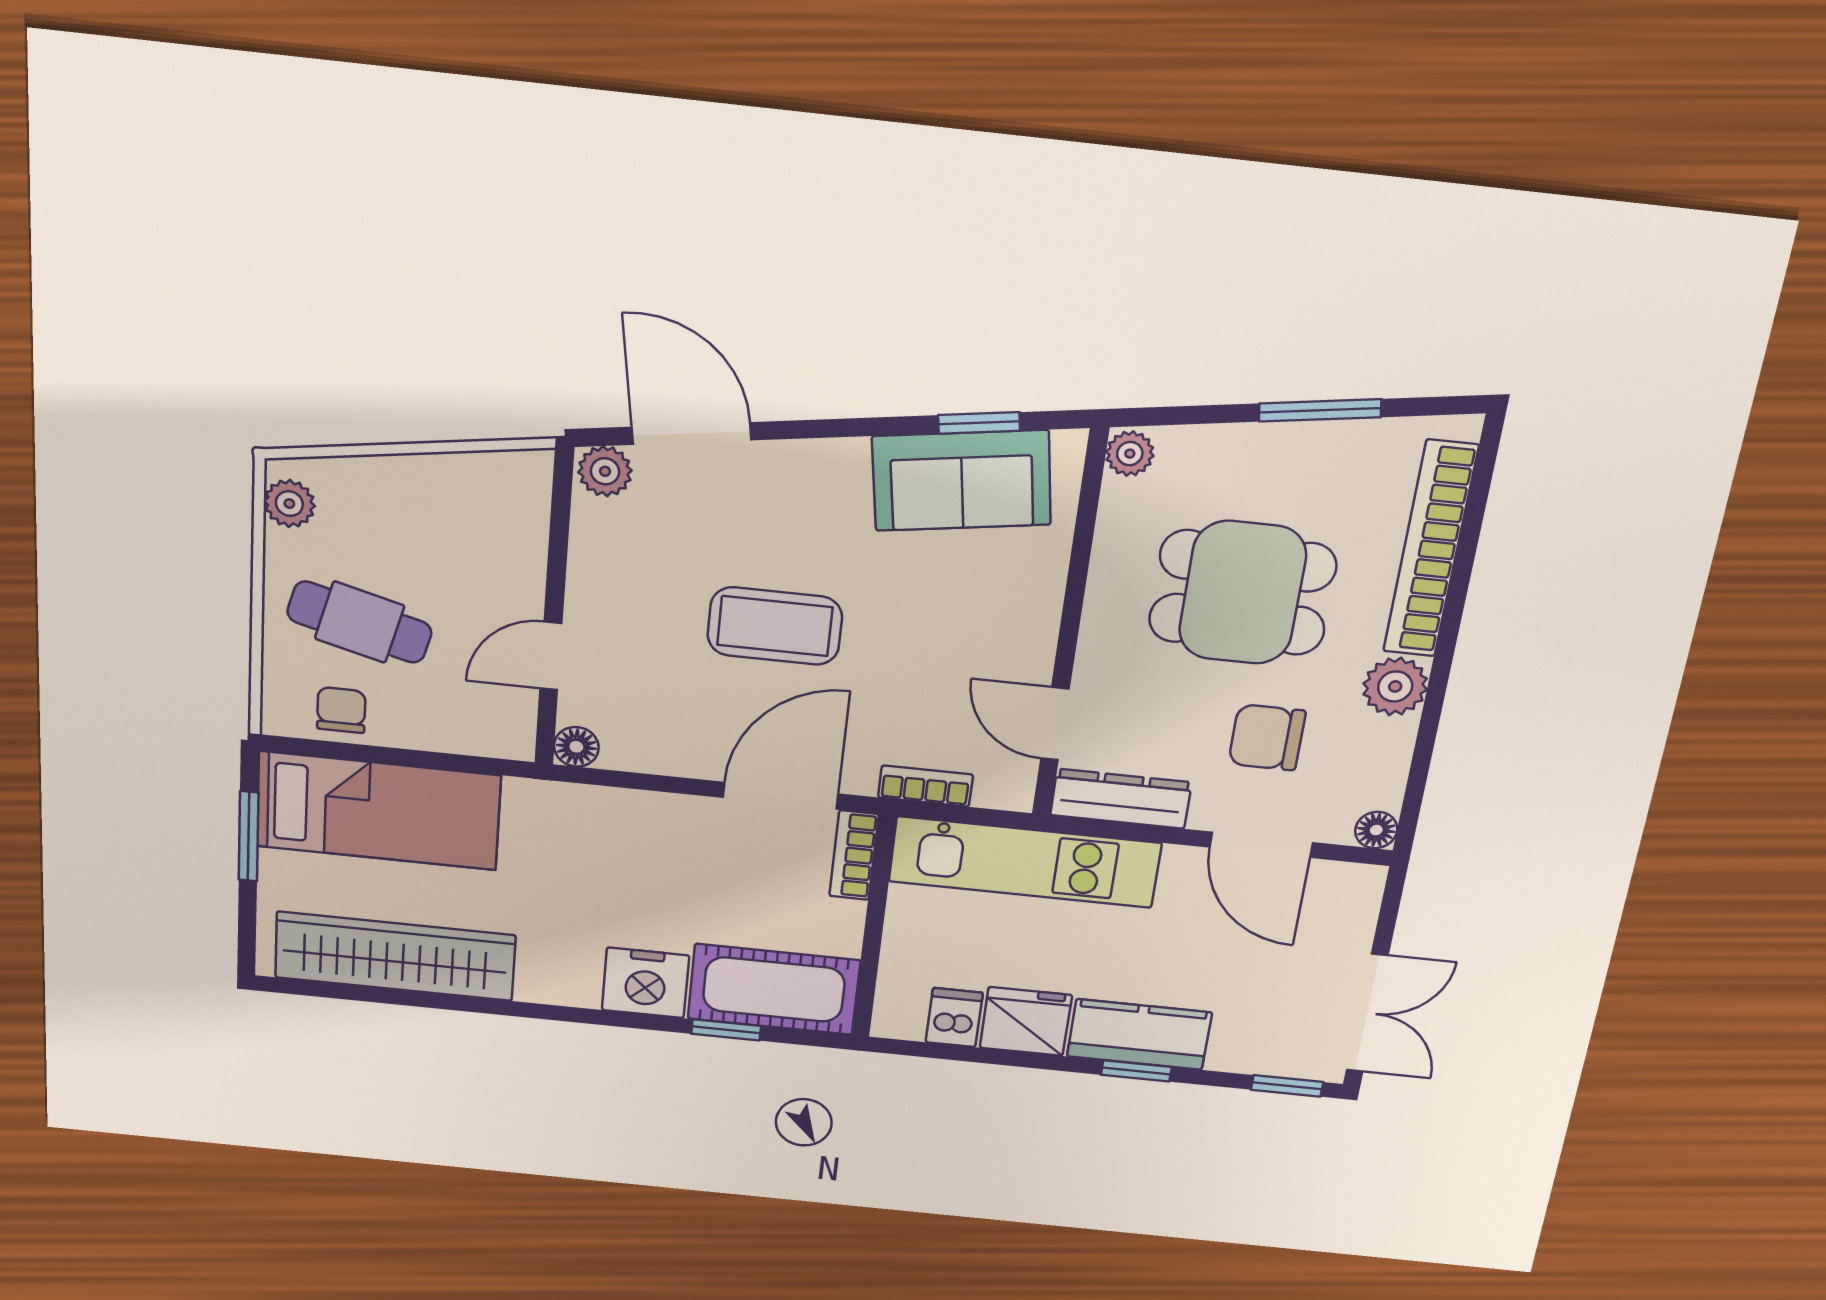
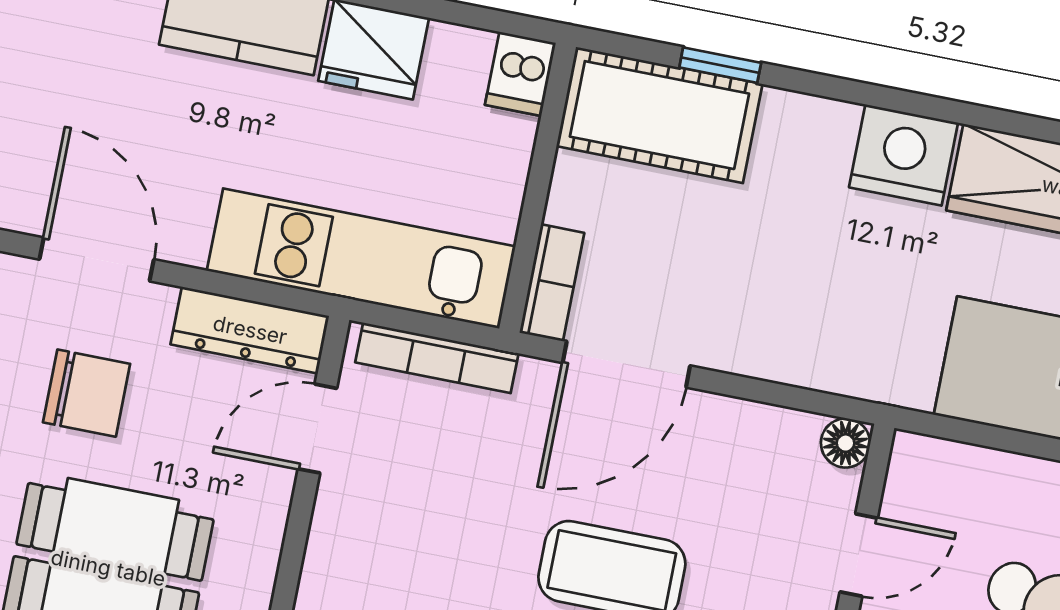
door: (1055, 724) -> (317, 429), swing flipped
bookcase: (925, 786) -> (437, 358), width x1.56
nightstand: (645, 983) -> (903, 155), moved
dishwasher: (954, 1018) -> (520, 74), moved

